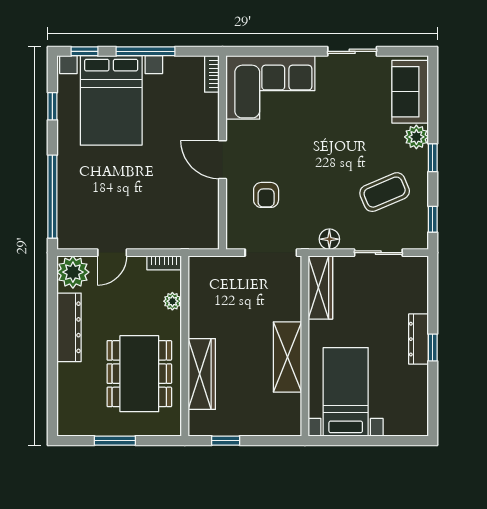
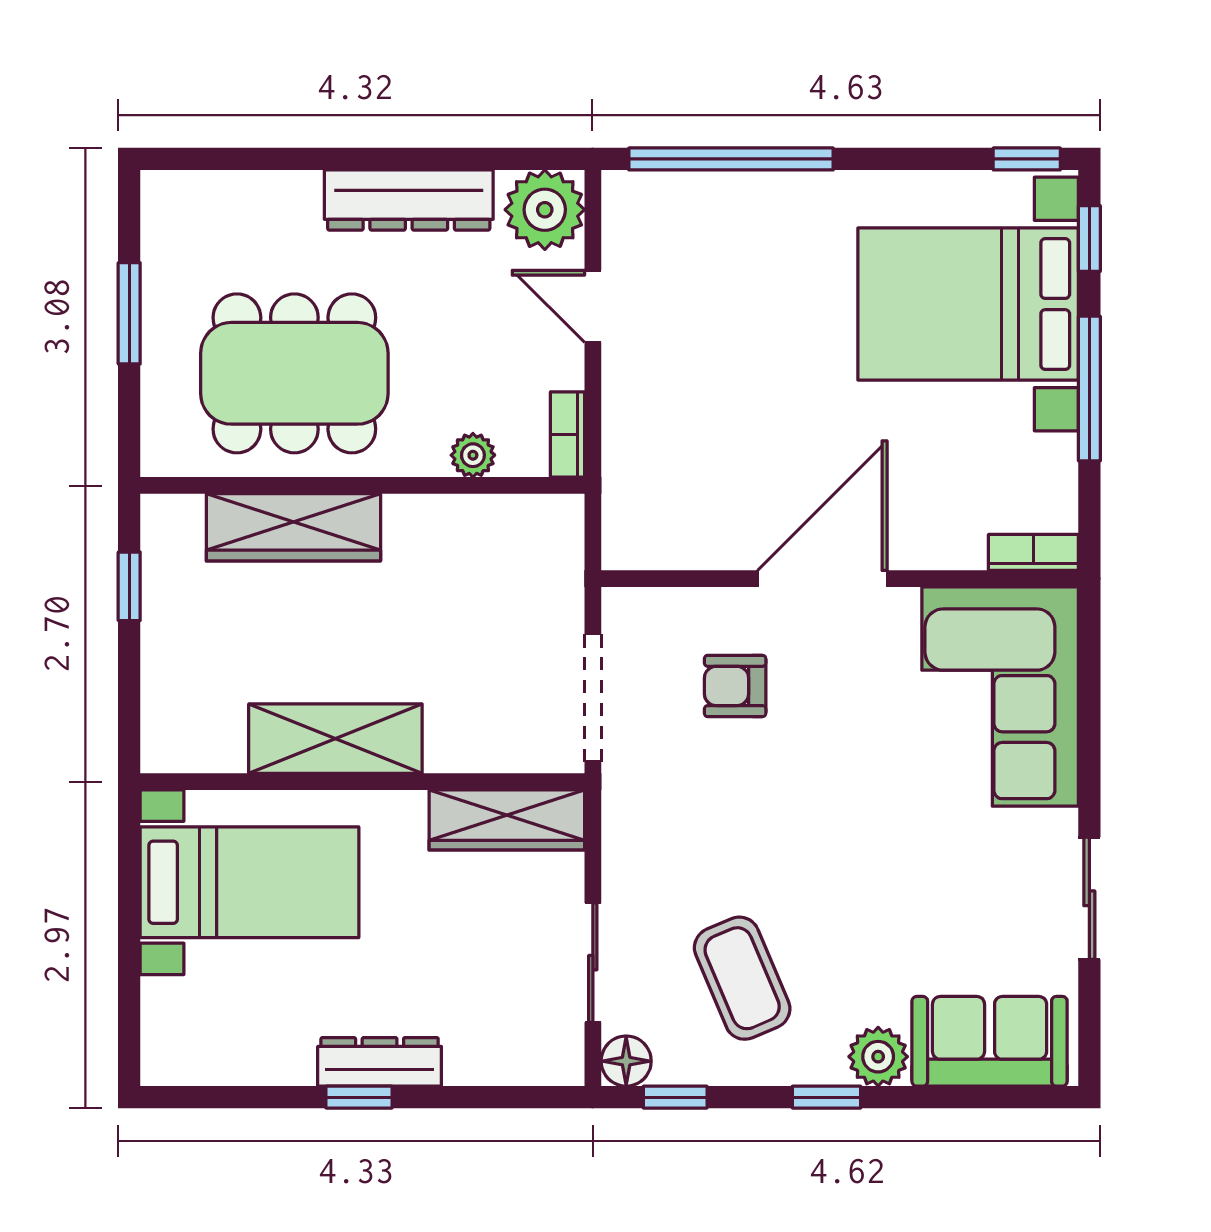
window: (52, 106) -> (1027, 159), moved
door: (223, 160) -> (822, 579), width x1.36
floor lamp: (329, 239) -> (626, 1061), moved

